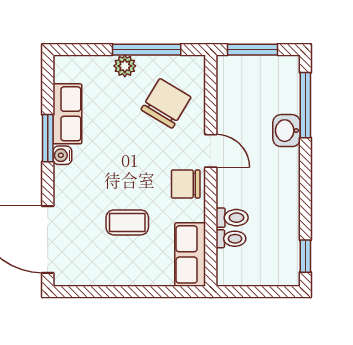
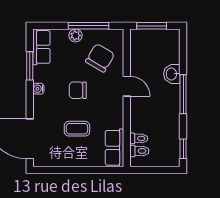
window: (305, 105) -> (183, 94), moved
row of seats: (67, 114) -> (41, 47), moved
window: (48, 138) -> (30, 66), moved
chair: (186, 184) -> (78, 90), moved
toilet: (232, 218) -> (139, 151), moved

